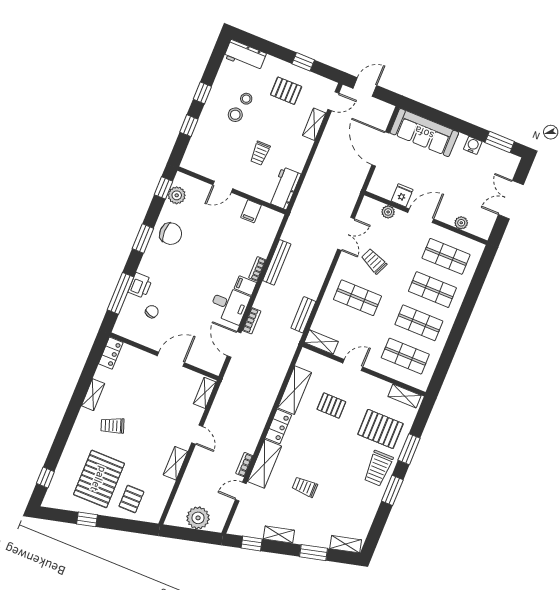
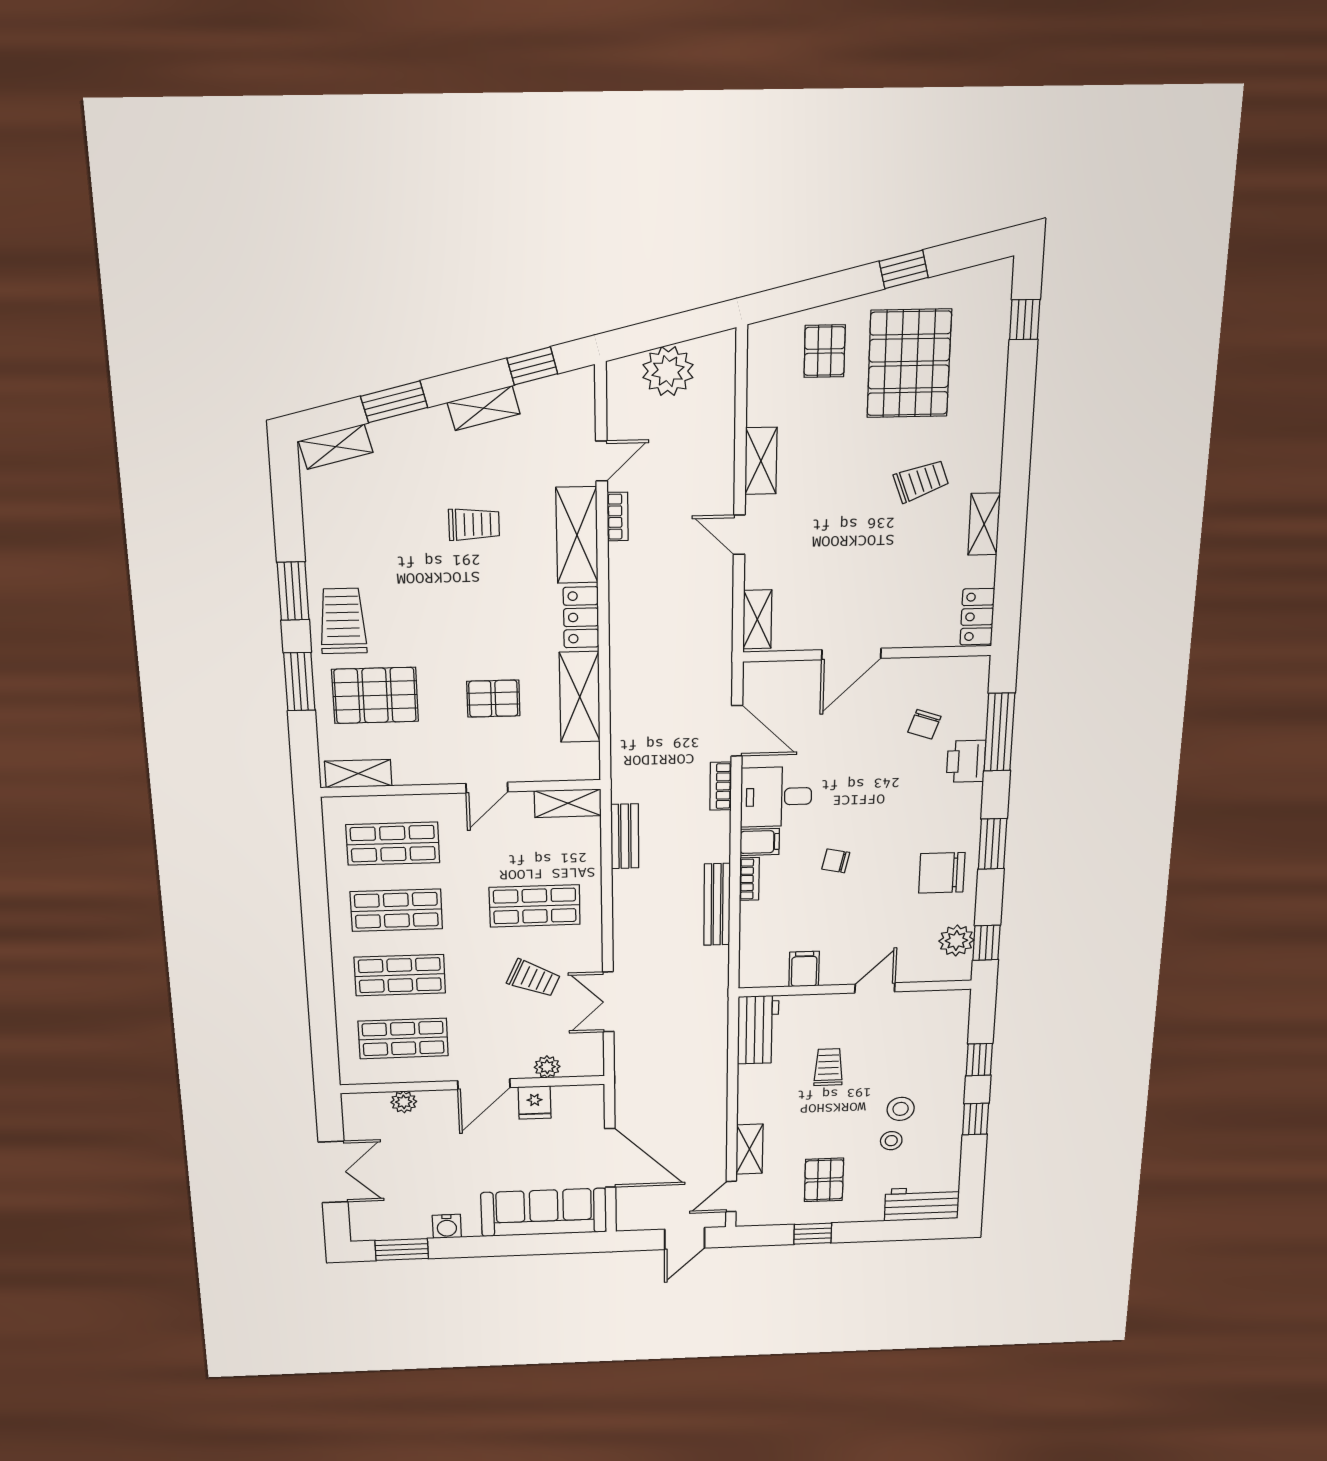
pallet: (286, 91) -> (824, 1180), turned 90
chair: (216, 261) -> (836, 861), added

